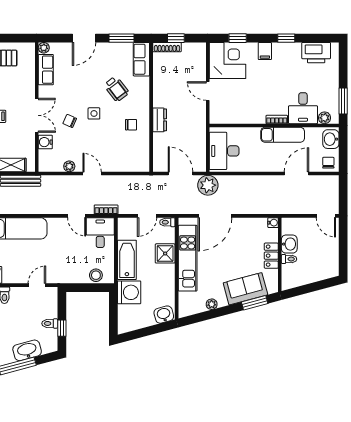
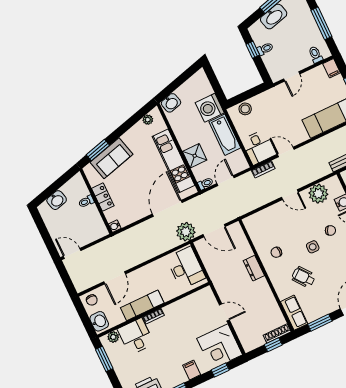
plant: (69, 166) -> (318, 194), width x1.88, depth x1.88
washbasin: (289, 244) -> (57, 200), moved, turned -105
plant: (212, 304) -> (148, 120), moved

